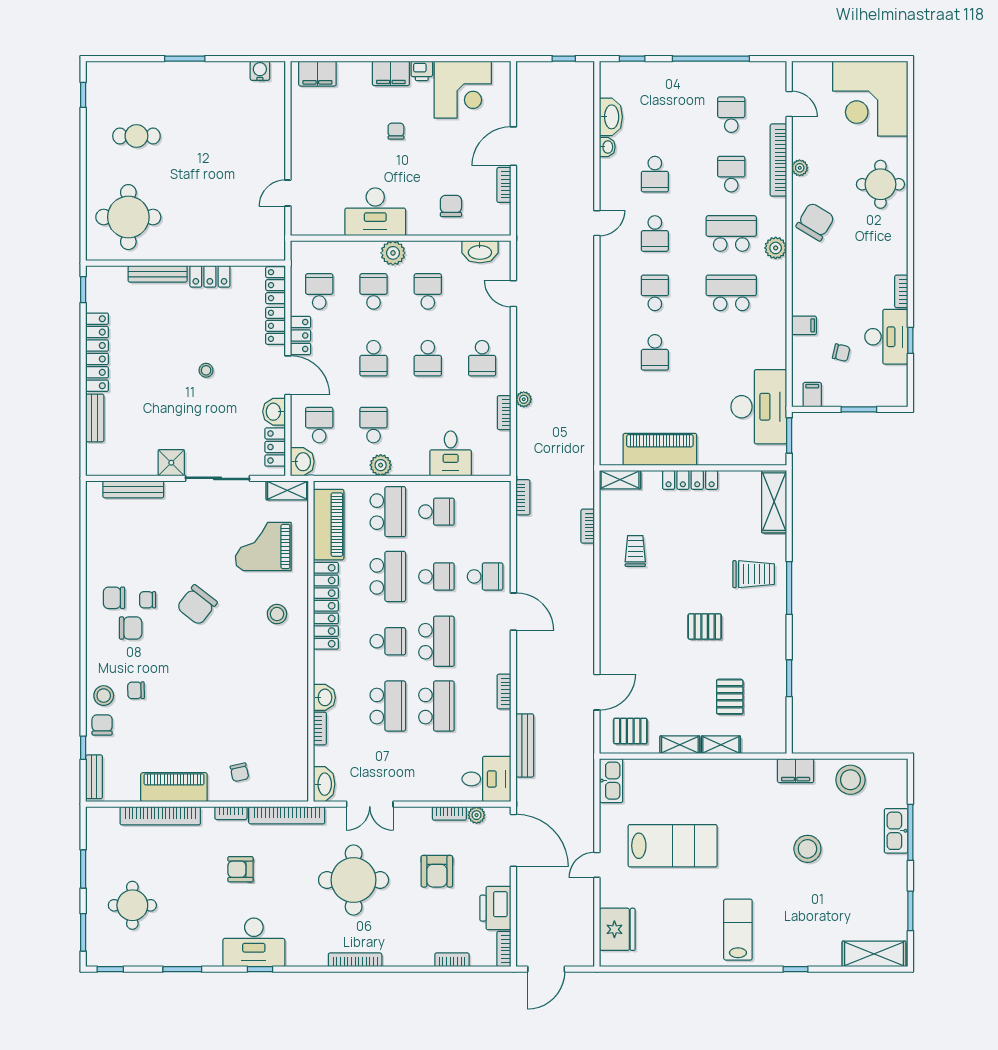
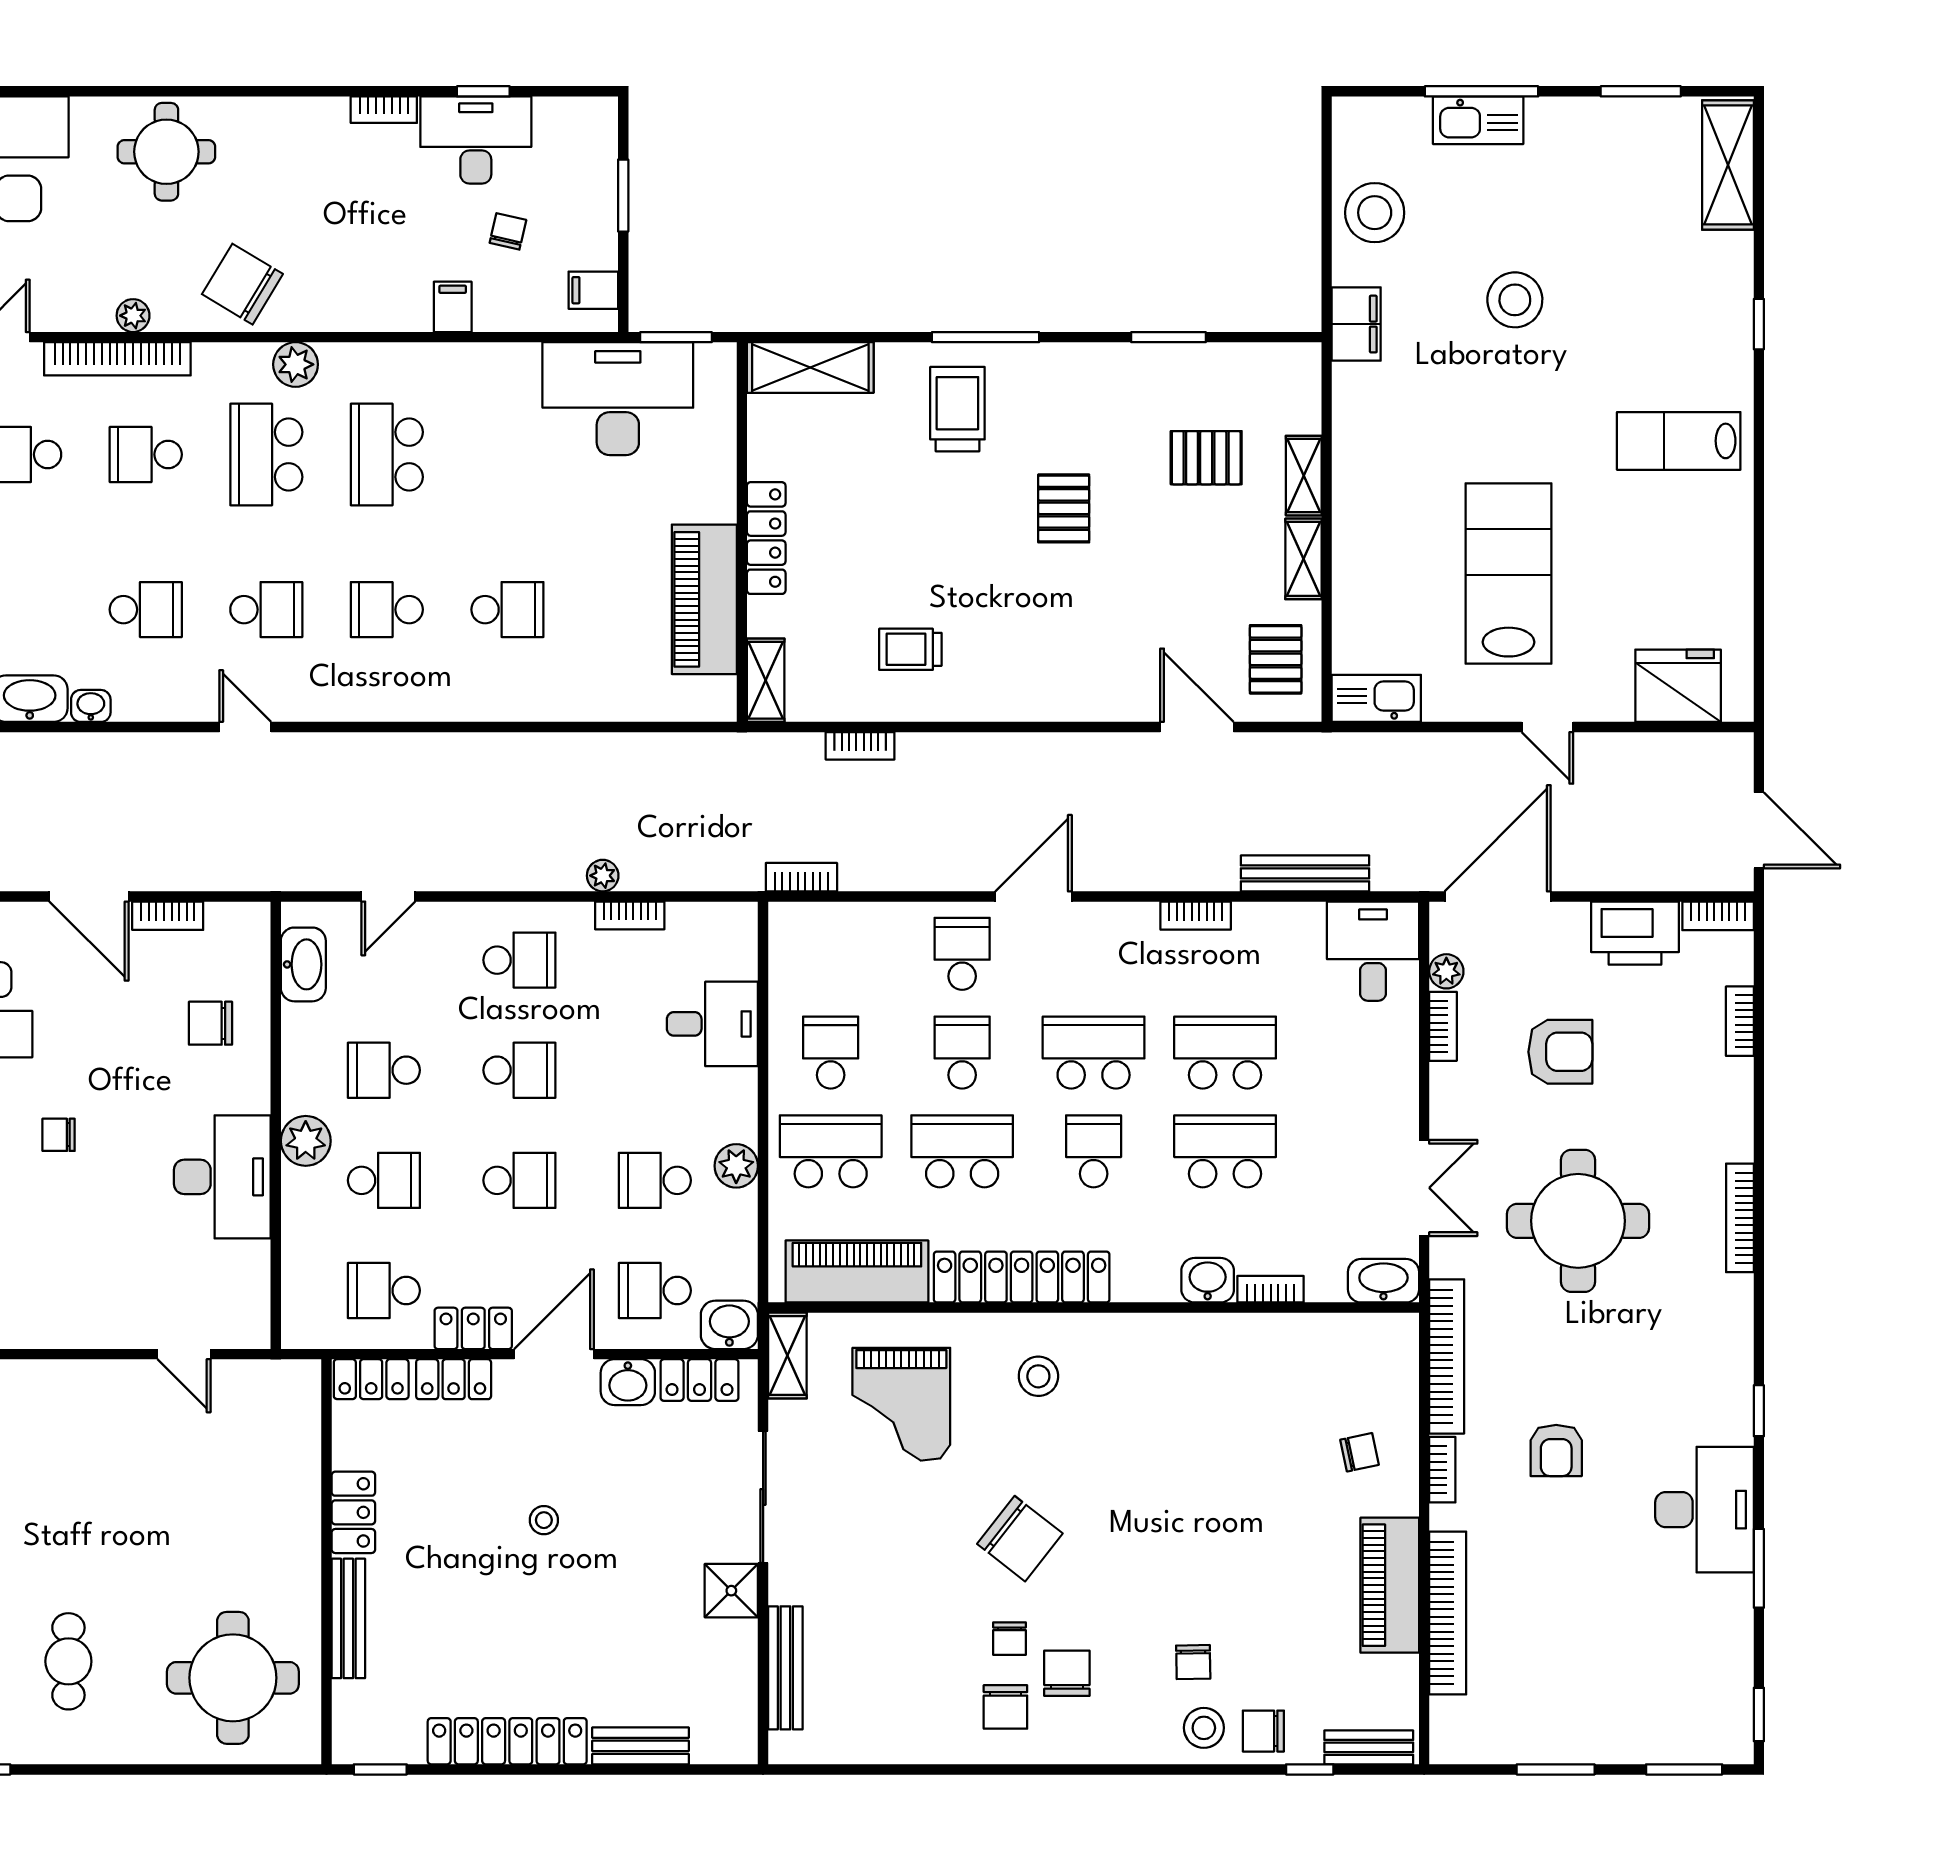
school desk: (374, 291) -> (384, 1180), turned 180
round table: (132, 905) -> (1629, 1670), removed
desk: (254, 942) -> (1704, 1510), moved

